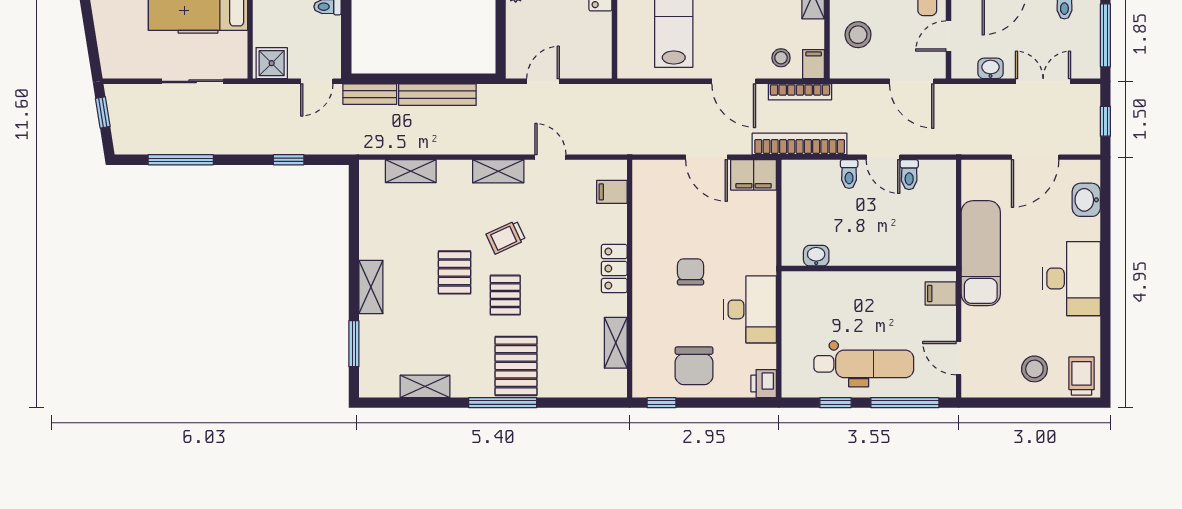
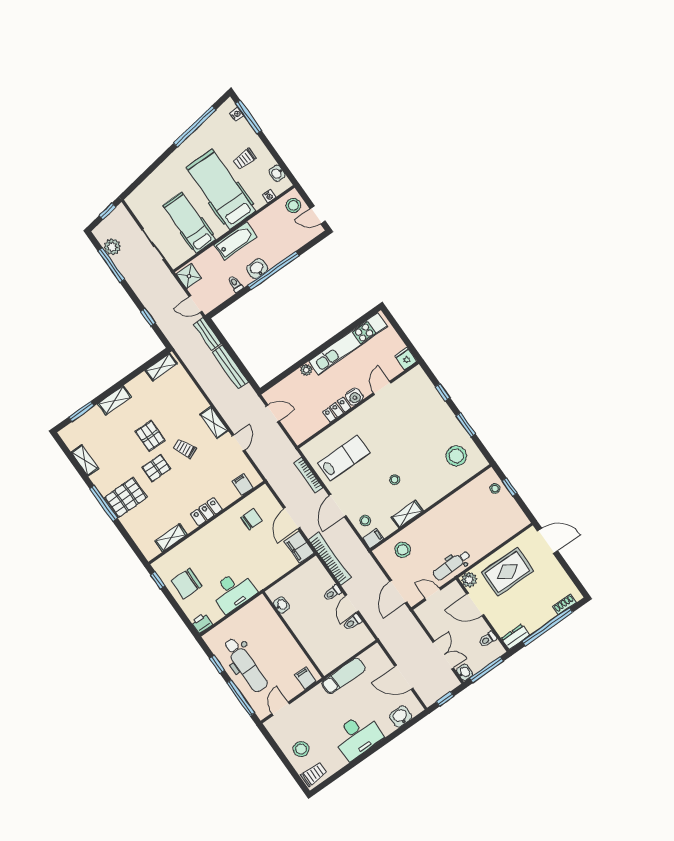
washbasin: (990, 68) -> (465, 672), moved
bookcase: (800, 92) -> (308, 475), moved
plant: (157, 140) -> (112, 247), added
shelving: (411, 171) -> (161, 367), moved, turned 90
exam couch: (981, 253) -> (343, 676), width x0.73, depth x0.69
pallet: (455, 272) -> (150, 436), turned 90
chair: (691, 272) -> (251, 519), moved

